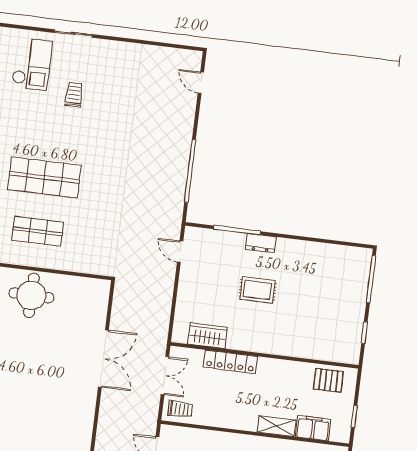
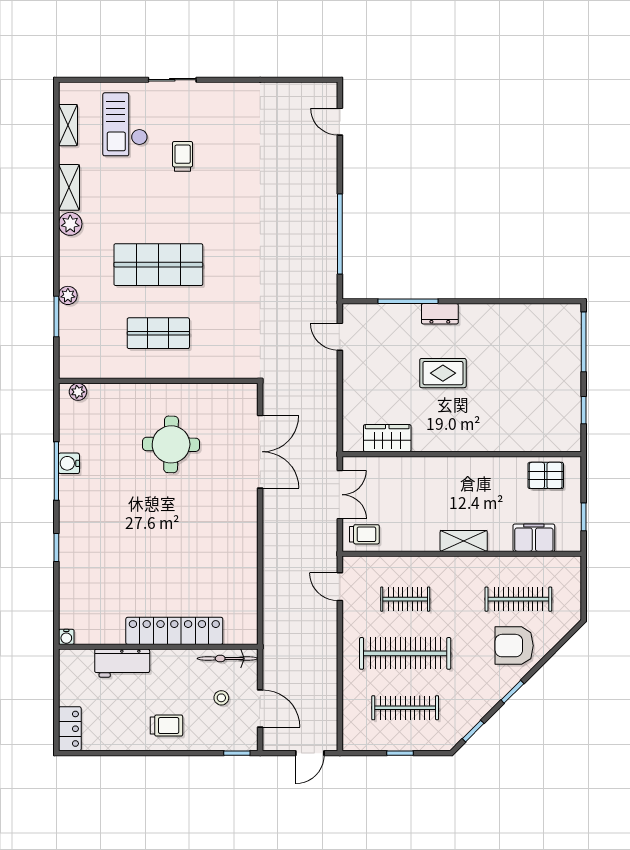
checkout: (32, 64) -> (125, 124), turned 180
round table: (31, 295) -> (171, 444), moved
double door: (103, 359) -> (260, 452), moved
locker: (230, 362) -> (420, 467), removed
shelving: (277, 426) -> (464, 541), moved

